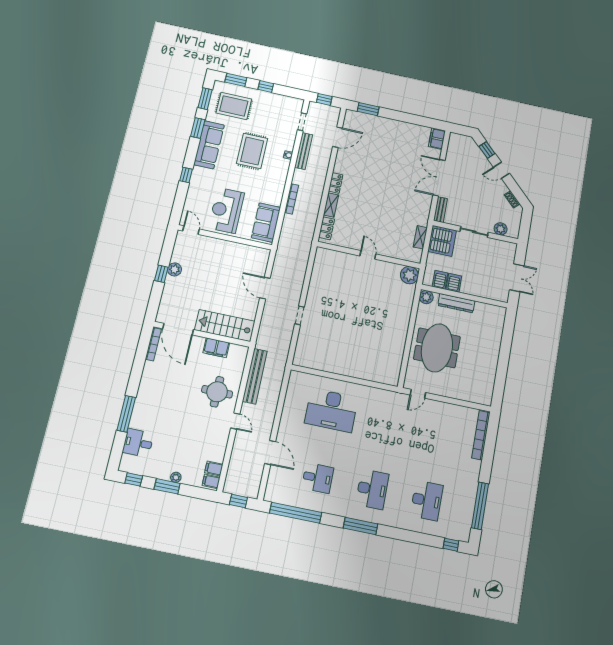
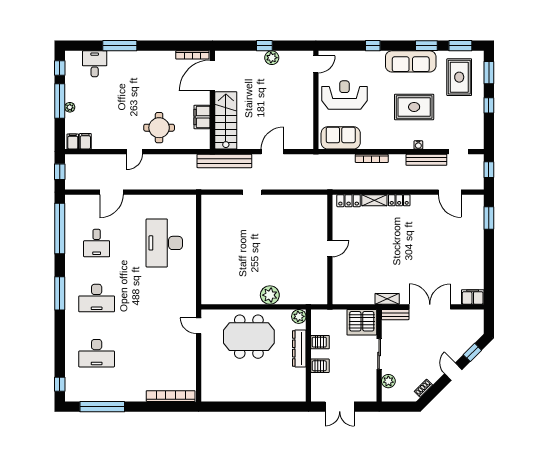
shelving: (420, 237) -> (387, 299), moved
plant: (409, 275) -> (270, 295), moved
server rack: (440, 280) -> (320, 366), moved
bench: (255, 376) -> (224, 161), moved
window: (167, 486) -> (60, 101), width x1.44

